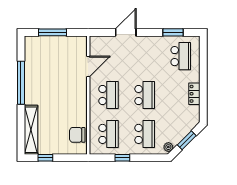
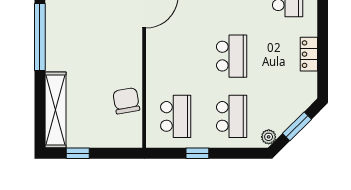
school desk: (109, 95) -> (176, 56), removed
chair: (77, 135) -> (126, 101), moved, turned 80

